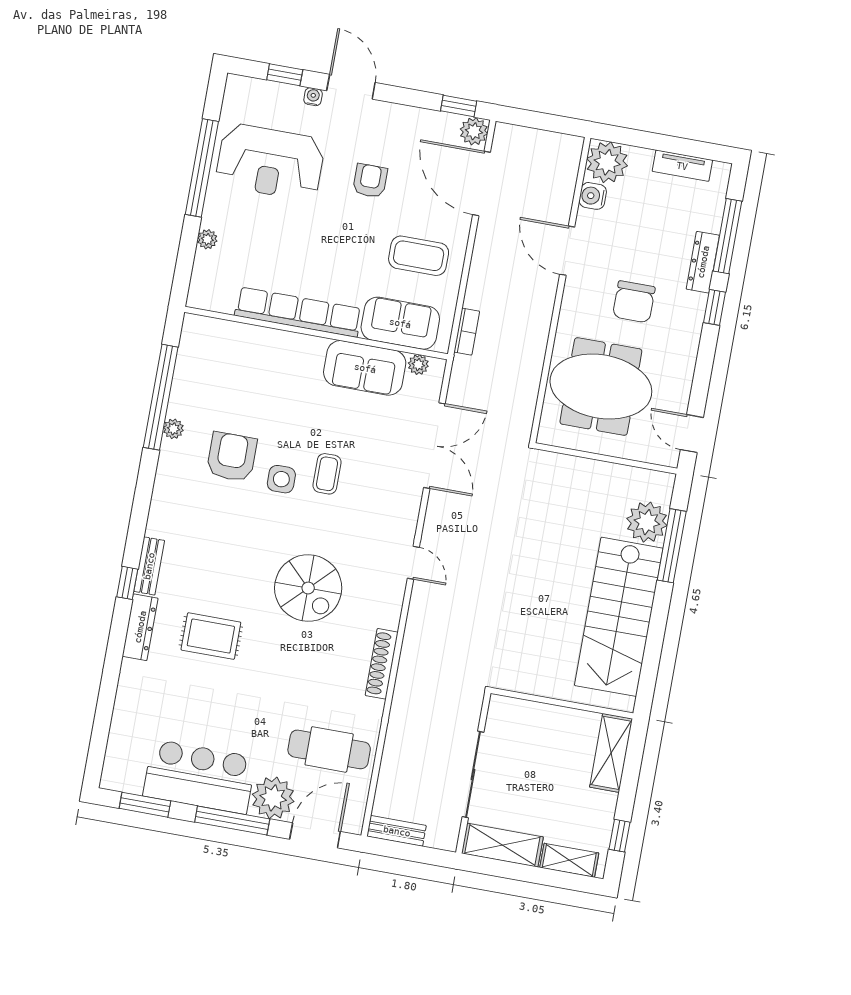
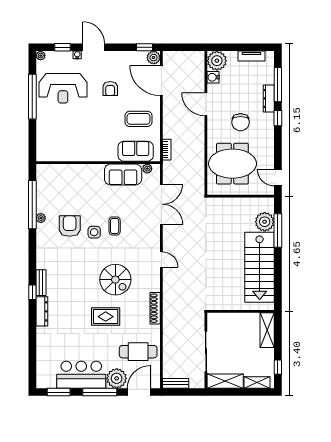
armchair: (370, 181) -> (110, 89), turned 180
plant: (207, 239) -> (41, 56), moved
row of seats: (298, 312) -> (88, 154), removed
rug: (211, 636) -> (106, 317), moved

